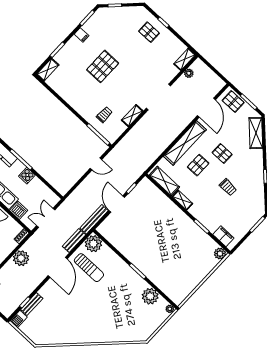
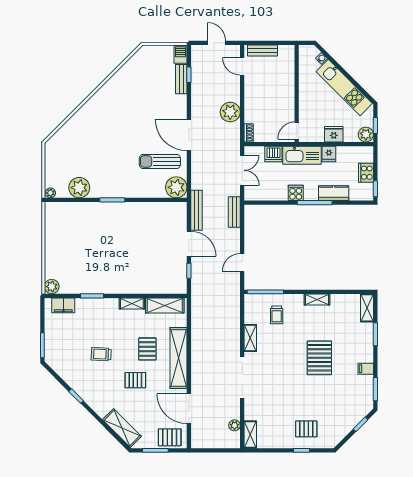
shelving: (72, 102) -> (317, 300), added
bench: (74, 241) -> (234, 212), moved

